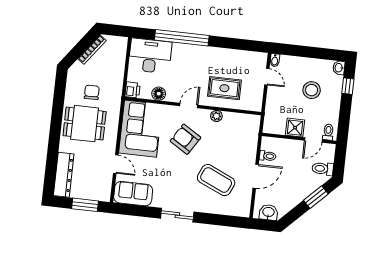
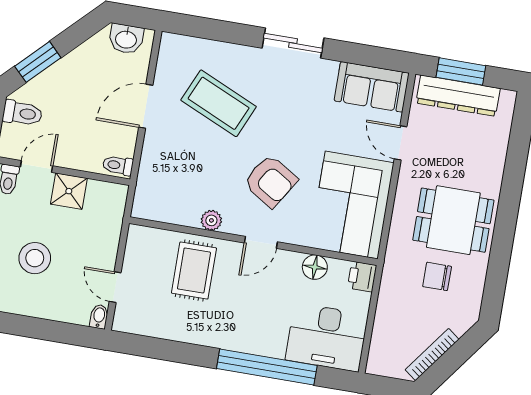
rug: (224, 88) -> (194, 271), turned 90
chair: (92, 92) -> (437, 276), turned 91
toilet: (268, 156) -> (118, 165), moved
dresser: (64, 175) -> (458, 96), moved, turned -90

